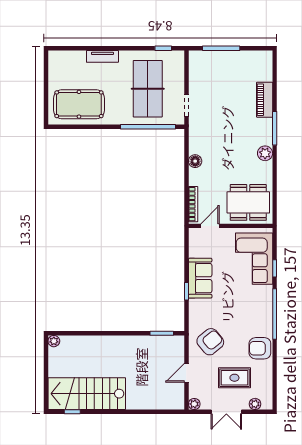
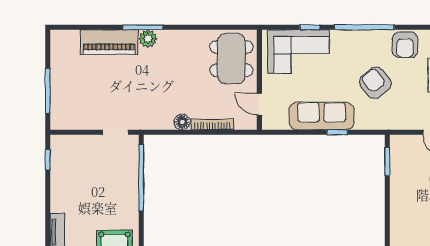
table tennis table: (148, 89) -> (96, 178), removed
piano: (265, 100) -> (109, 42), width x1.37, depth x1.33
plant: (265, 153) -> (148, 39), moved
bookcase: (193, 204) -> (212, 124), moved
sofa: (200, 278) -> (322, 116), width x1.36
armchair: (210, 342) -> (375, 83), moved

